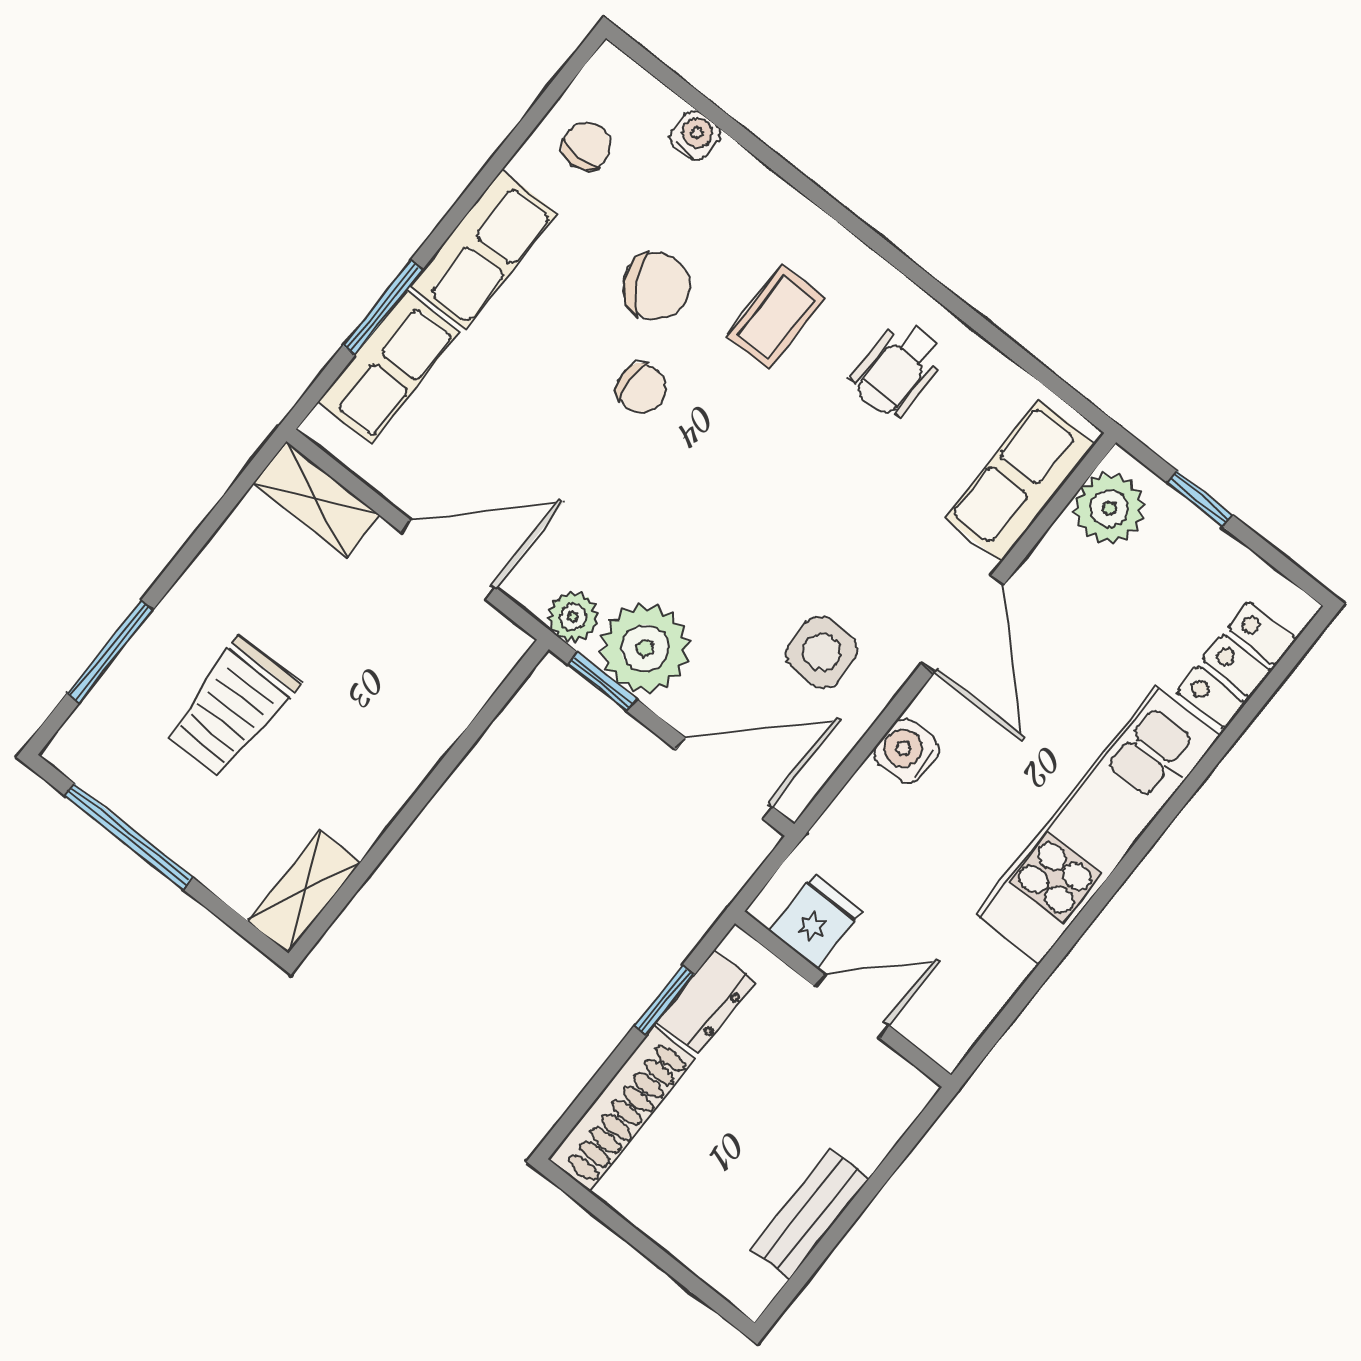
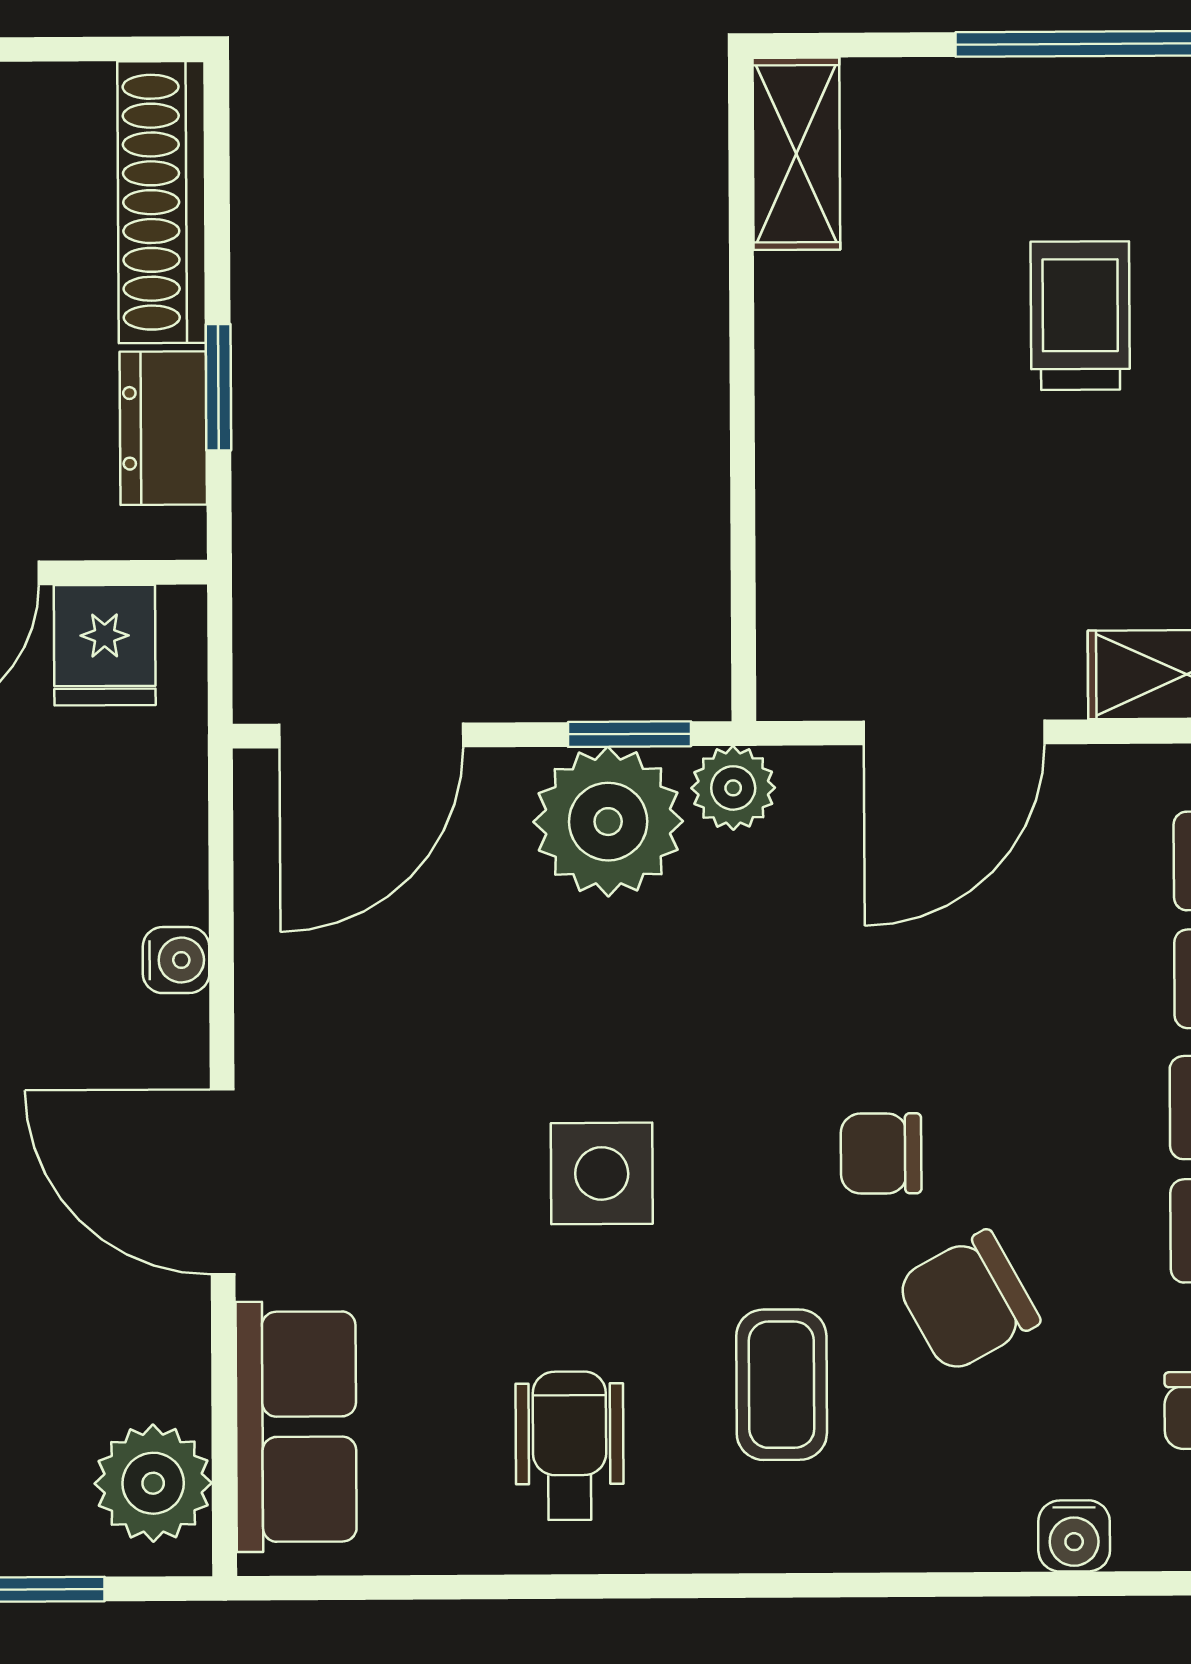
side table: (822, 652) -> (602, 1173), moved
trolley: (231, 708) -> (1080, 316), width x0.73, depth x0.72
water cooler: (907, 751) -> (176, 960), width x0.72, depth x0.72

